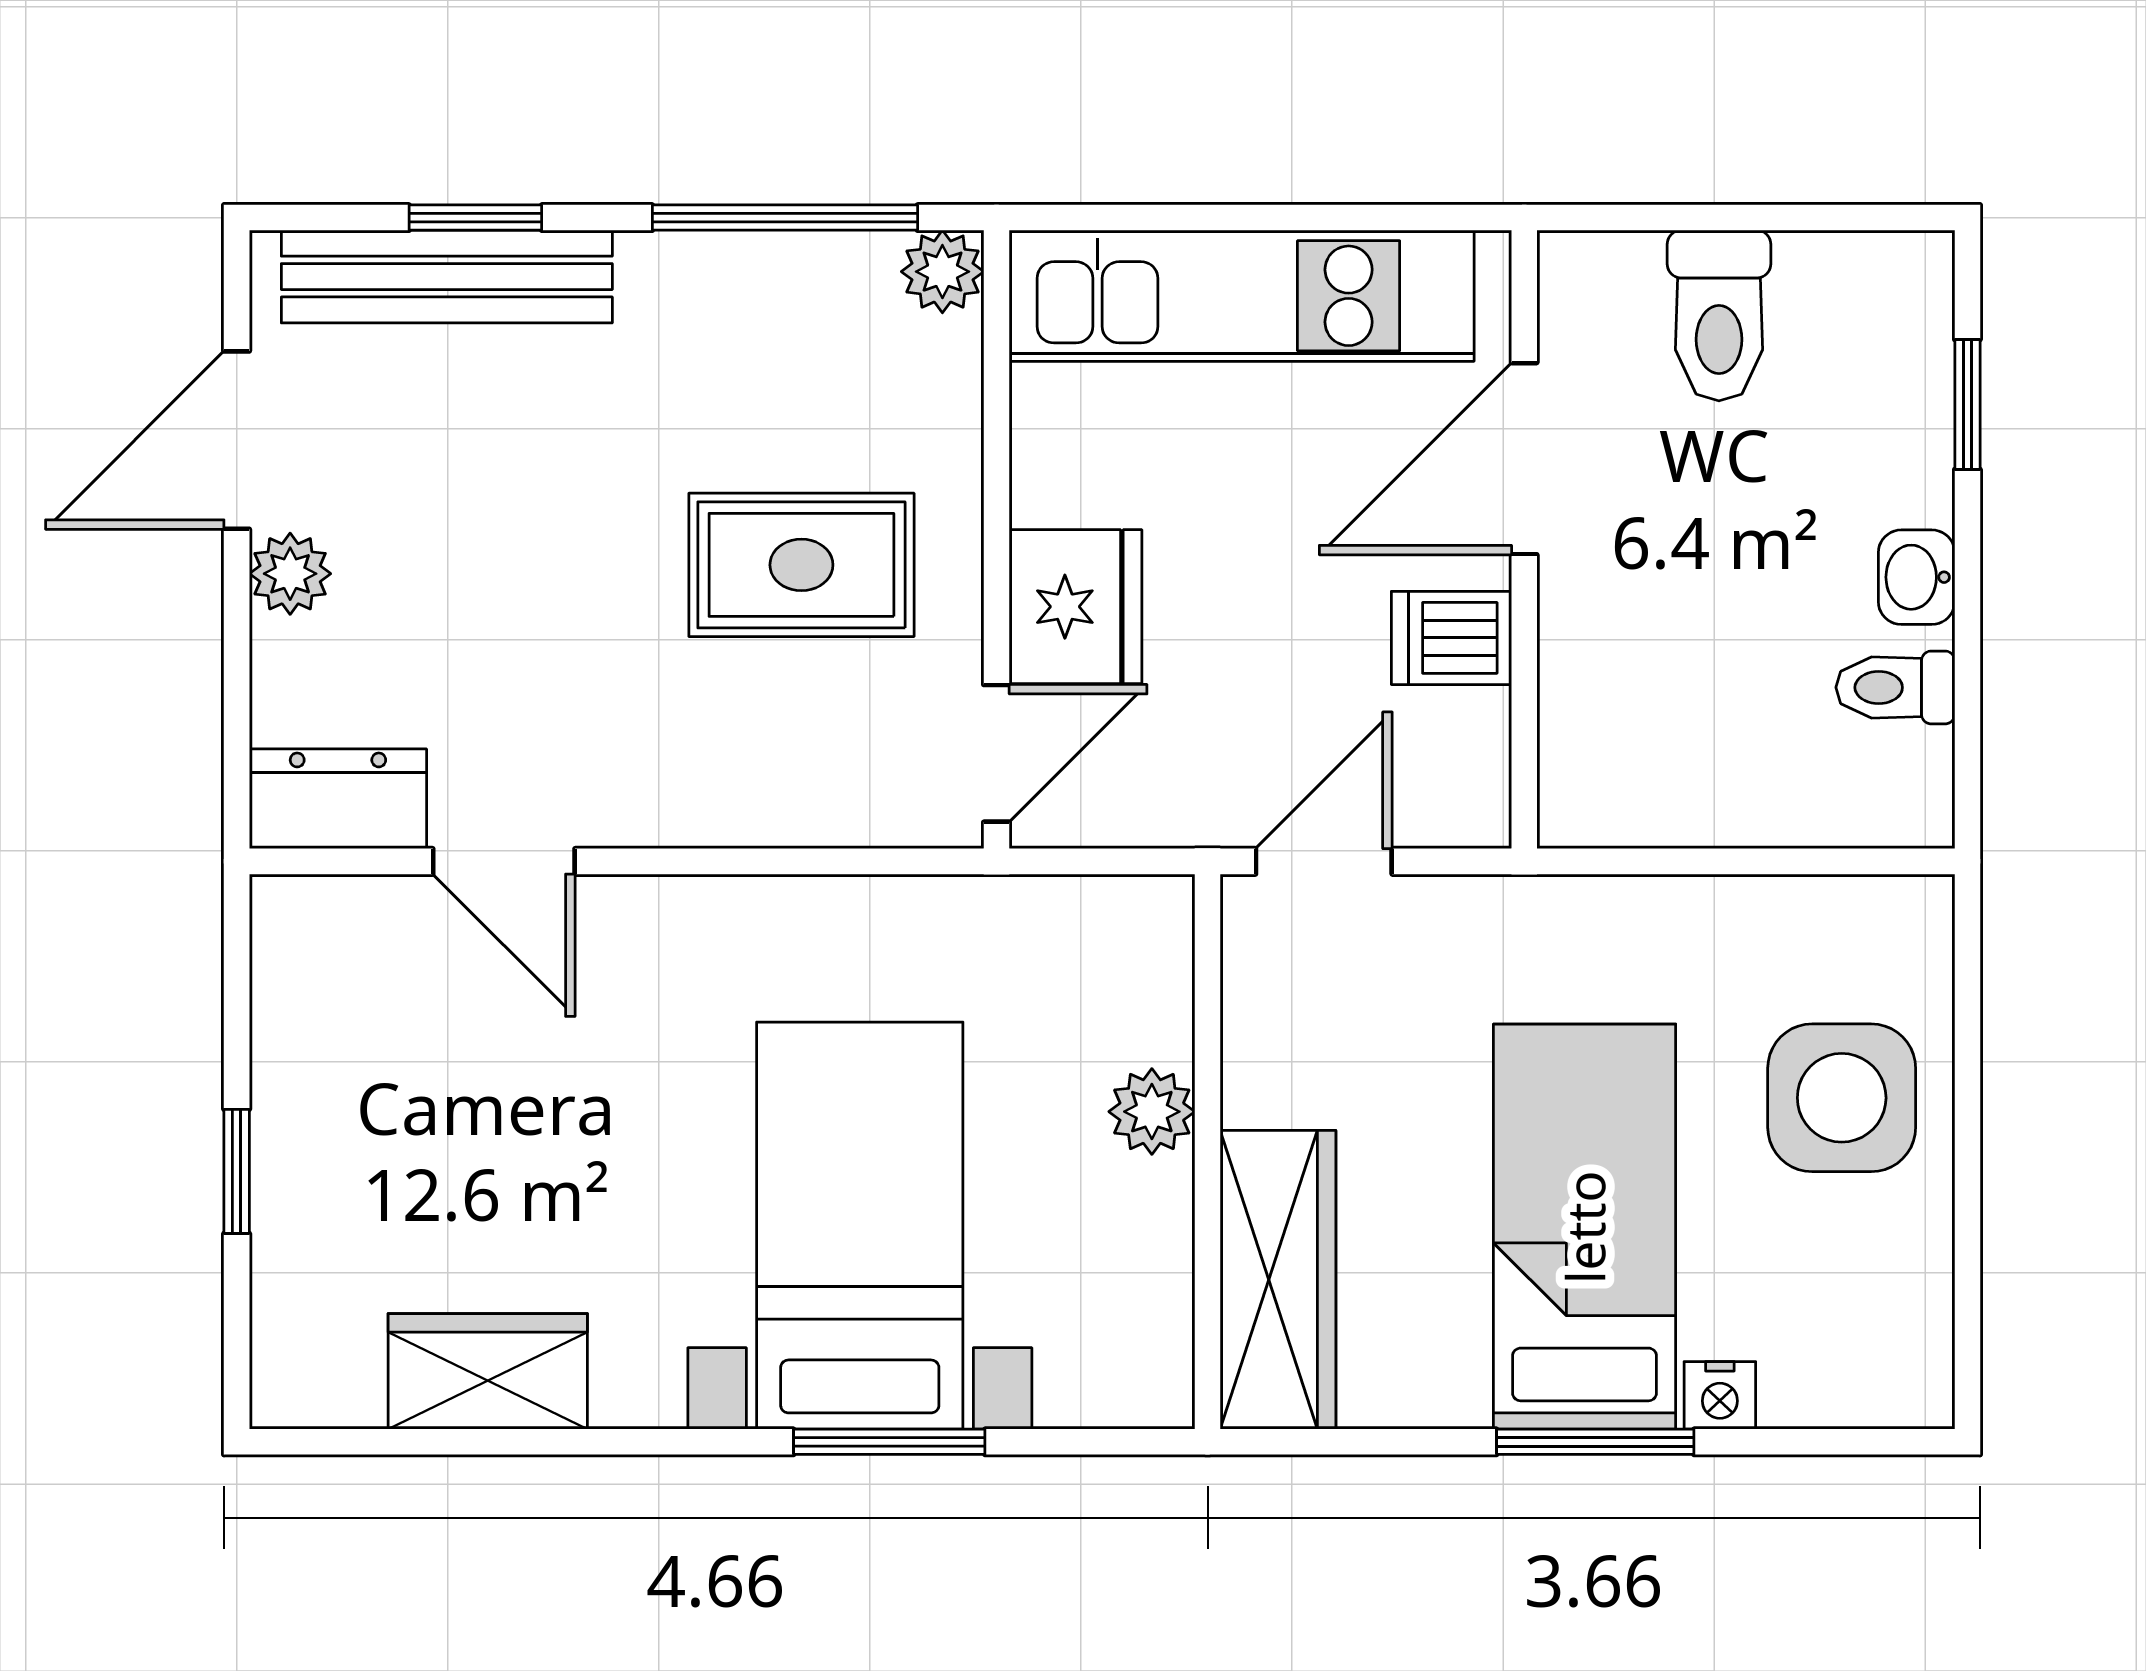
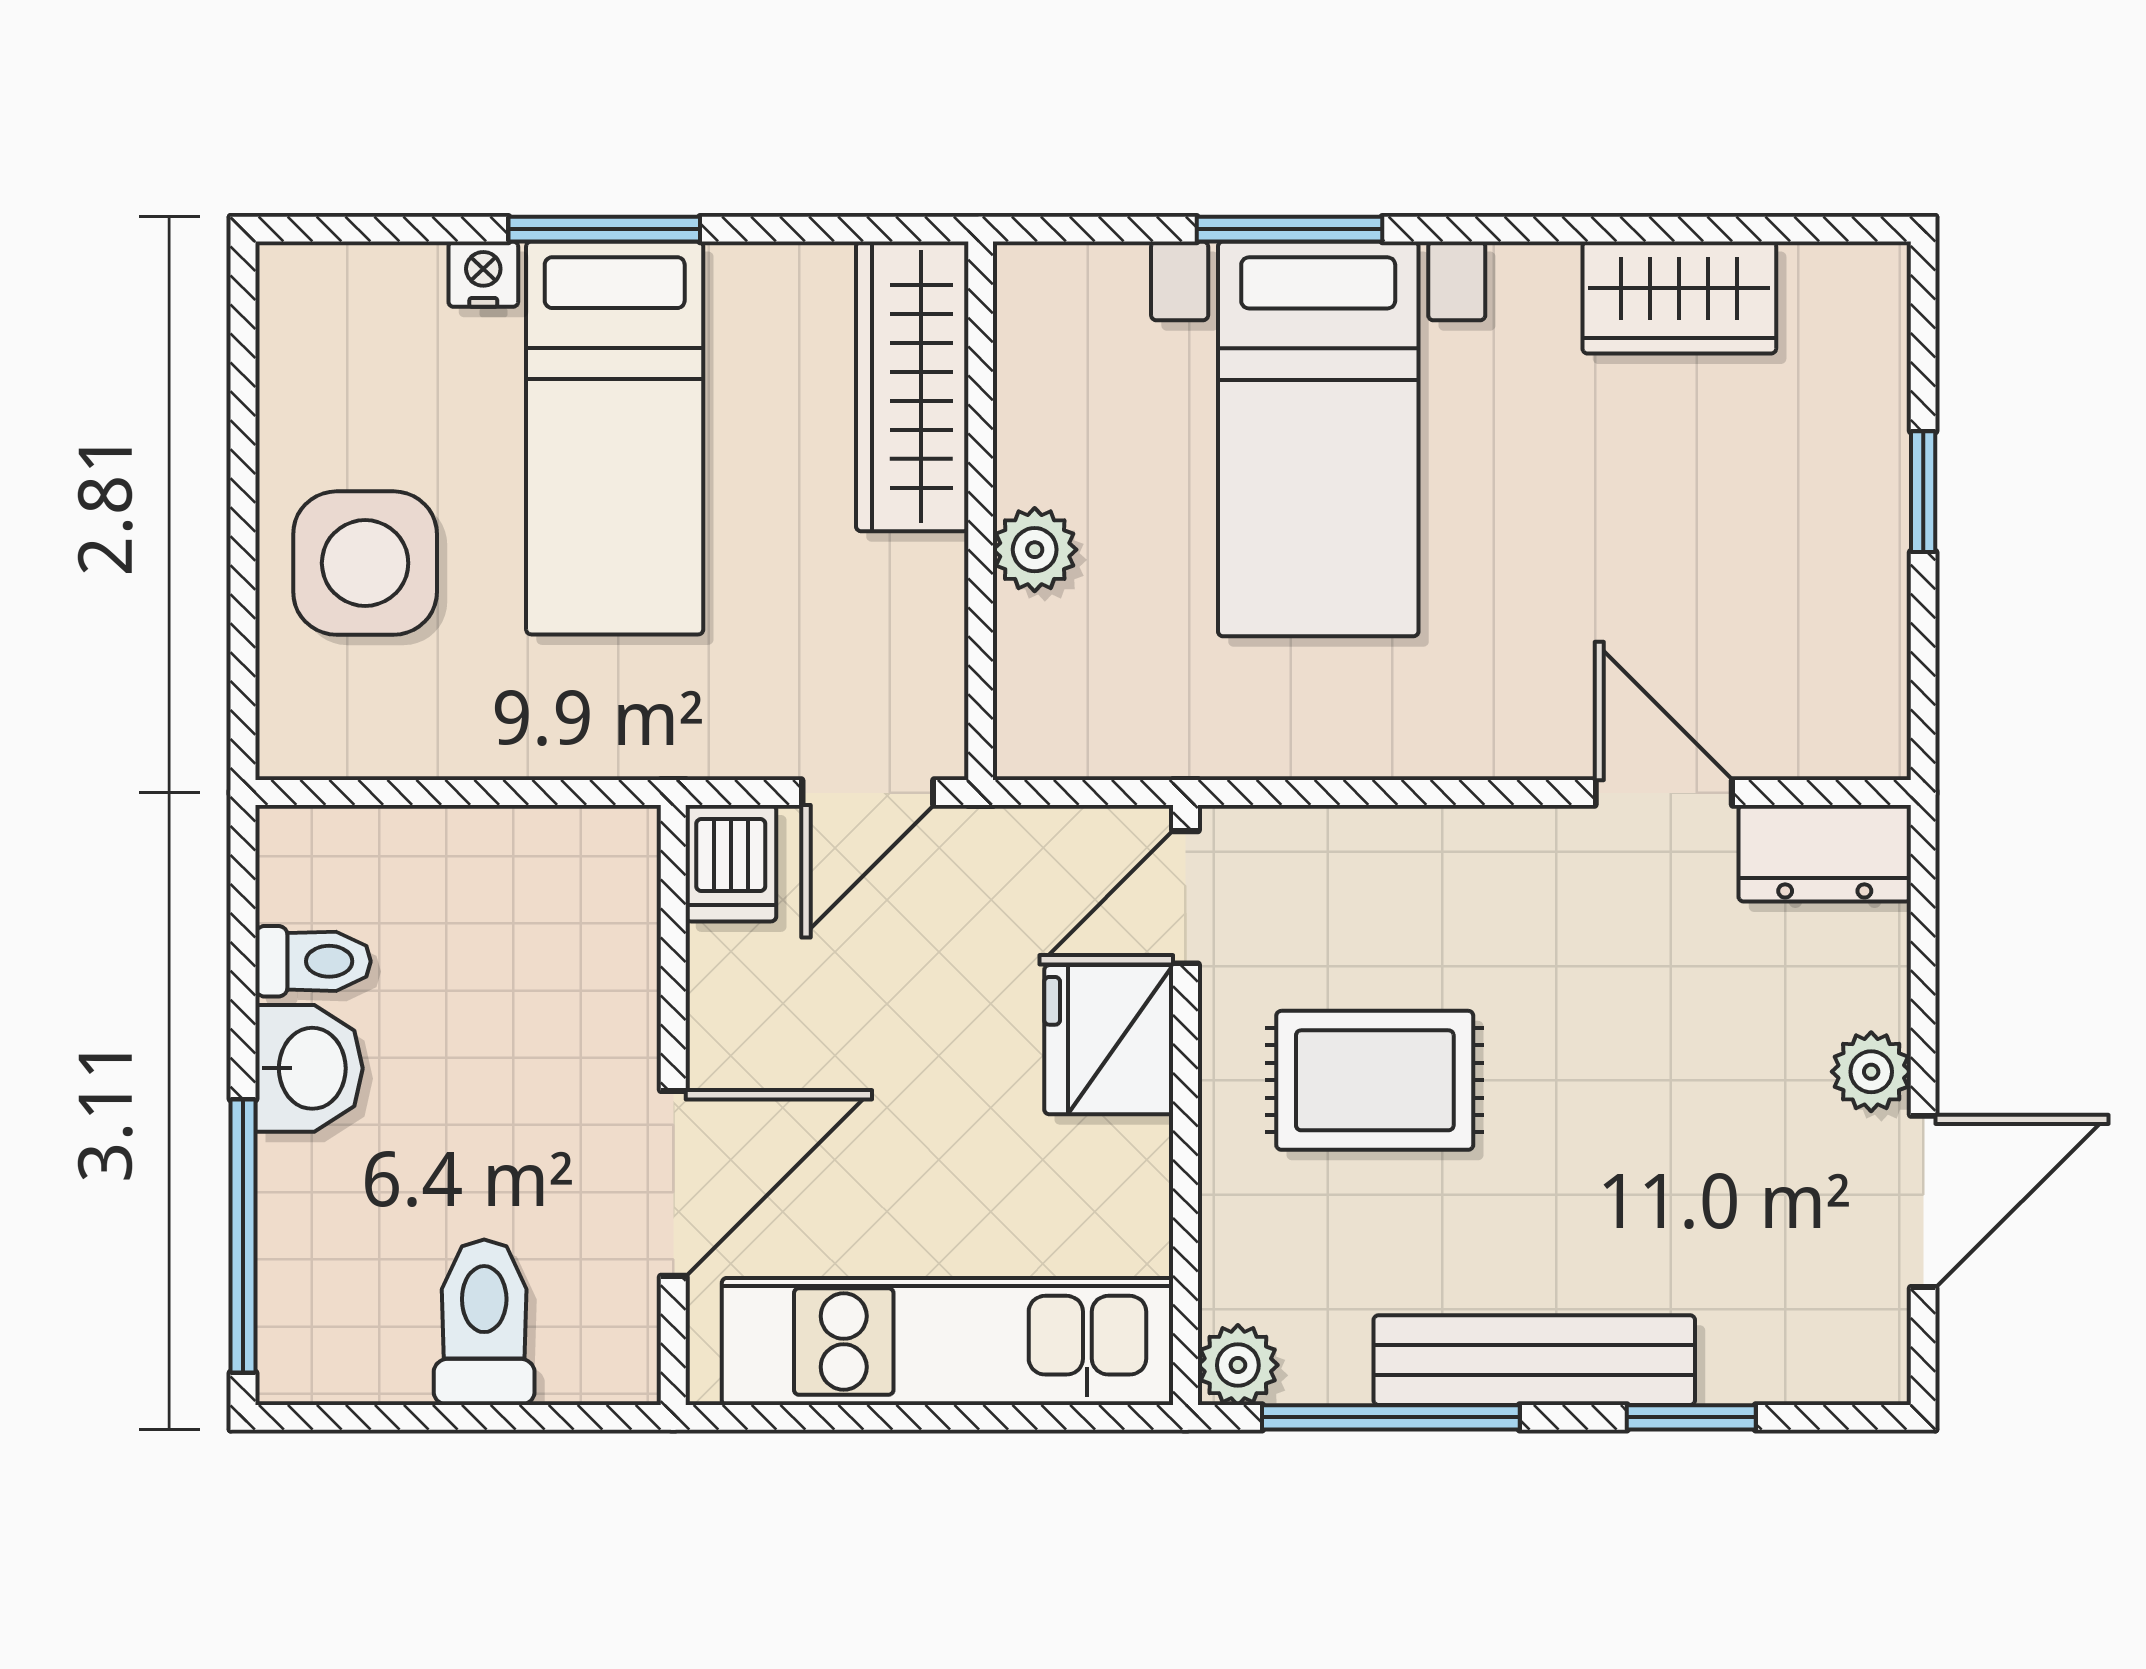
bench: (447, 277) -> (1534, 1360), moved
window: (1967, 405) -> (243, 1236), width x2.17
washbasin: (1917, 577) -> (309, 1068), width x1.38, depth x1.45
dishwasher: (1451, 638) -> (731, 863), moved, turned 90

